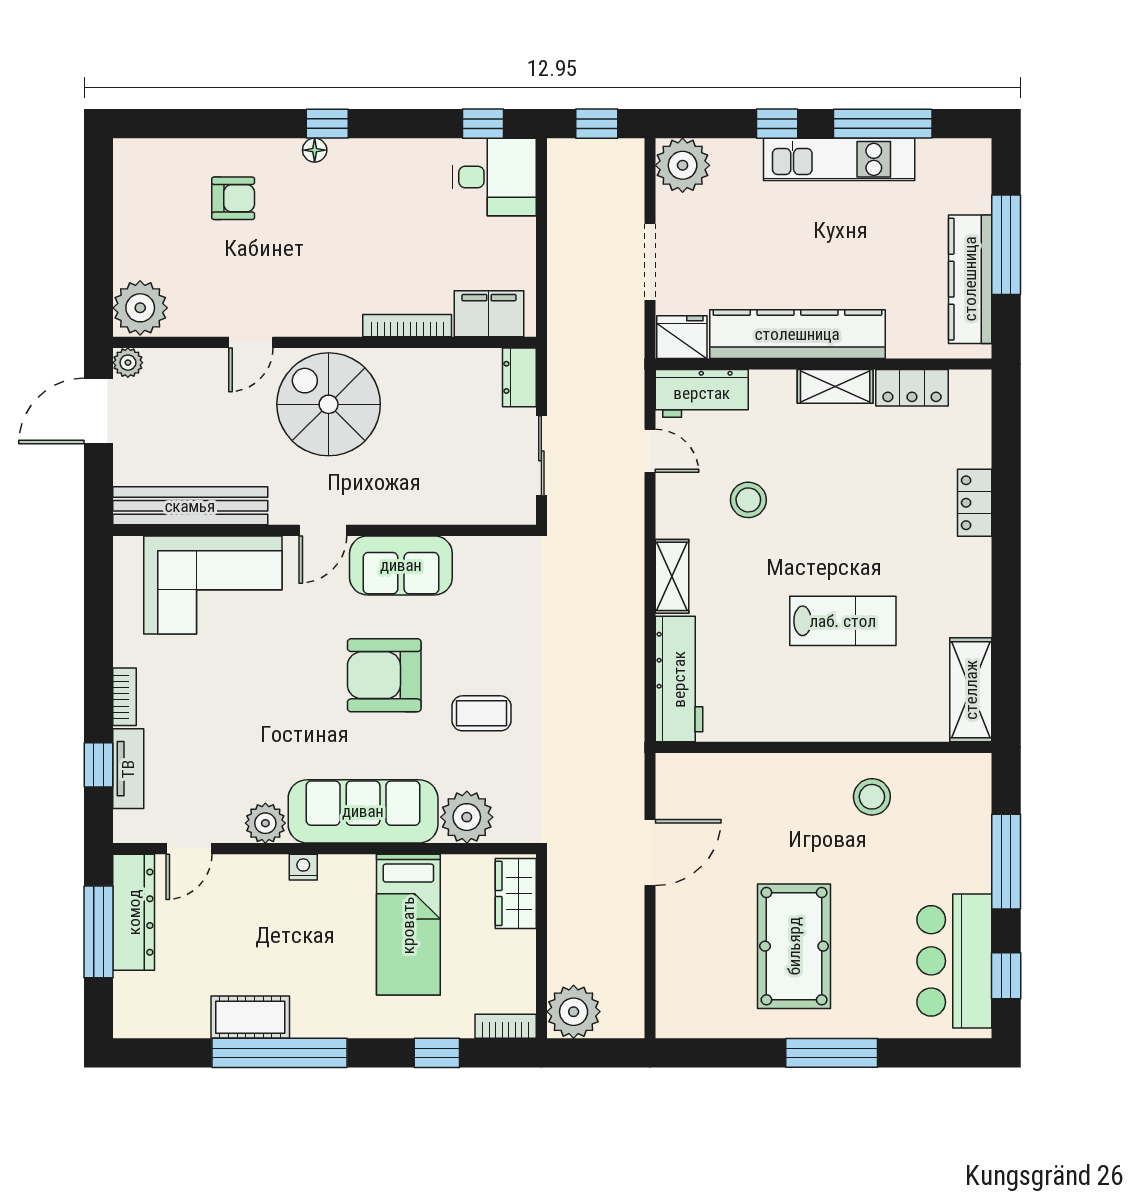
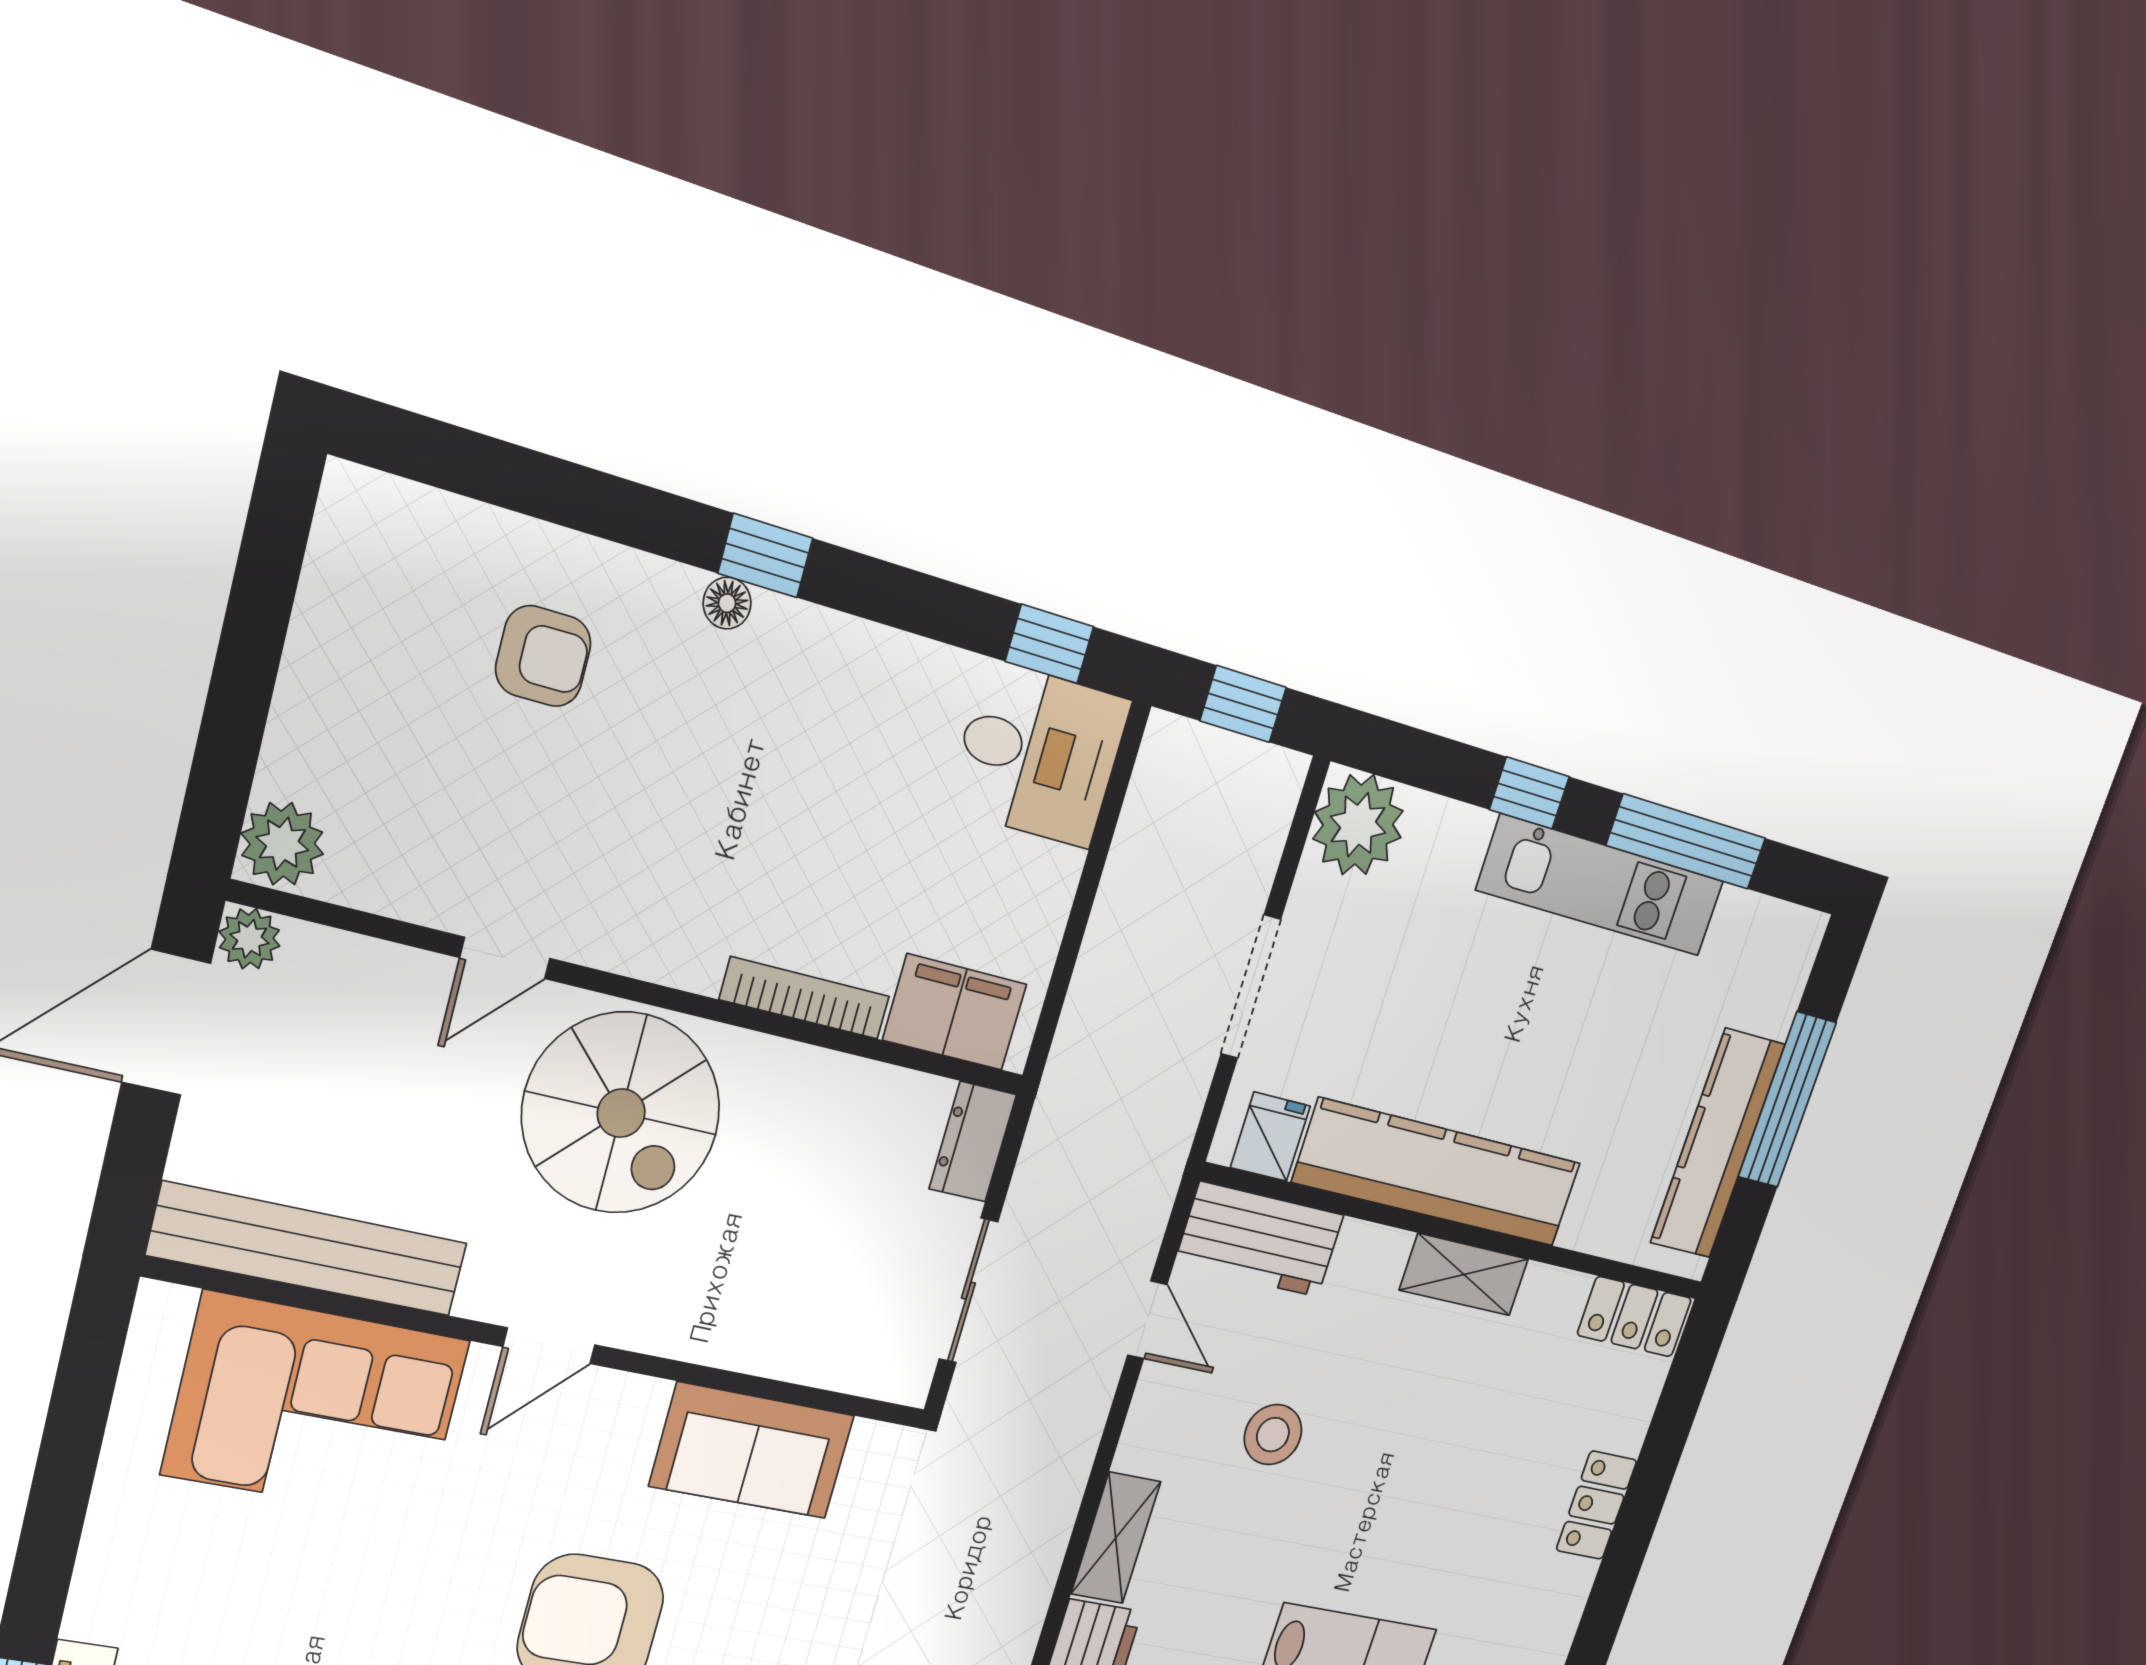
plant: (140, 308) -> (282, 844), width x0.73, depth x0.73
fridge: (682, 337) -> (1270, 1137), width x0.72
locker: (912, 388) -> (1634, 1317), moved
spiral stairs: (329, 404) -> (621, 1113), turned 180
sofa: (401, 565) -> (752, 1451), moved
bookcase: (125, 697) -> (94, 1584), removed

